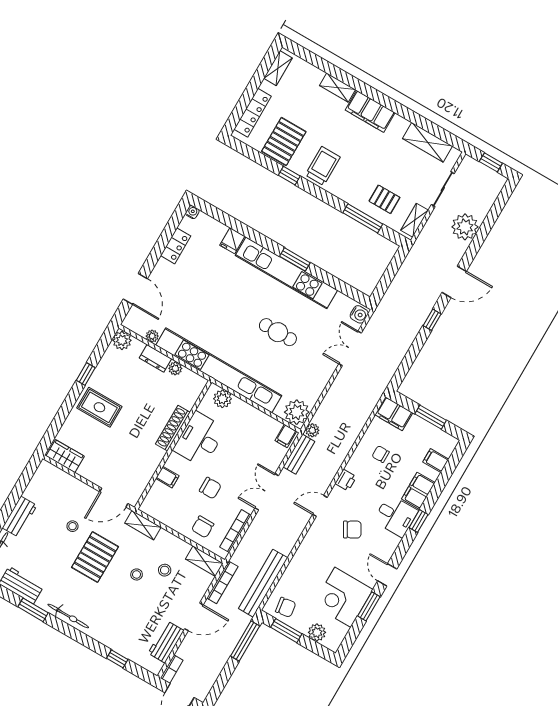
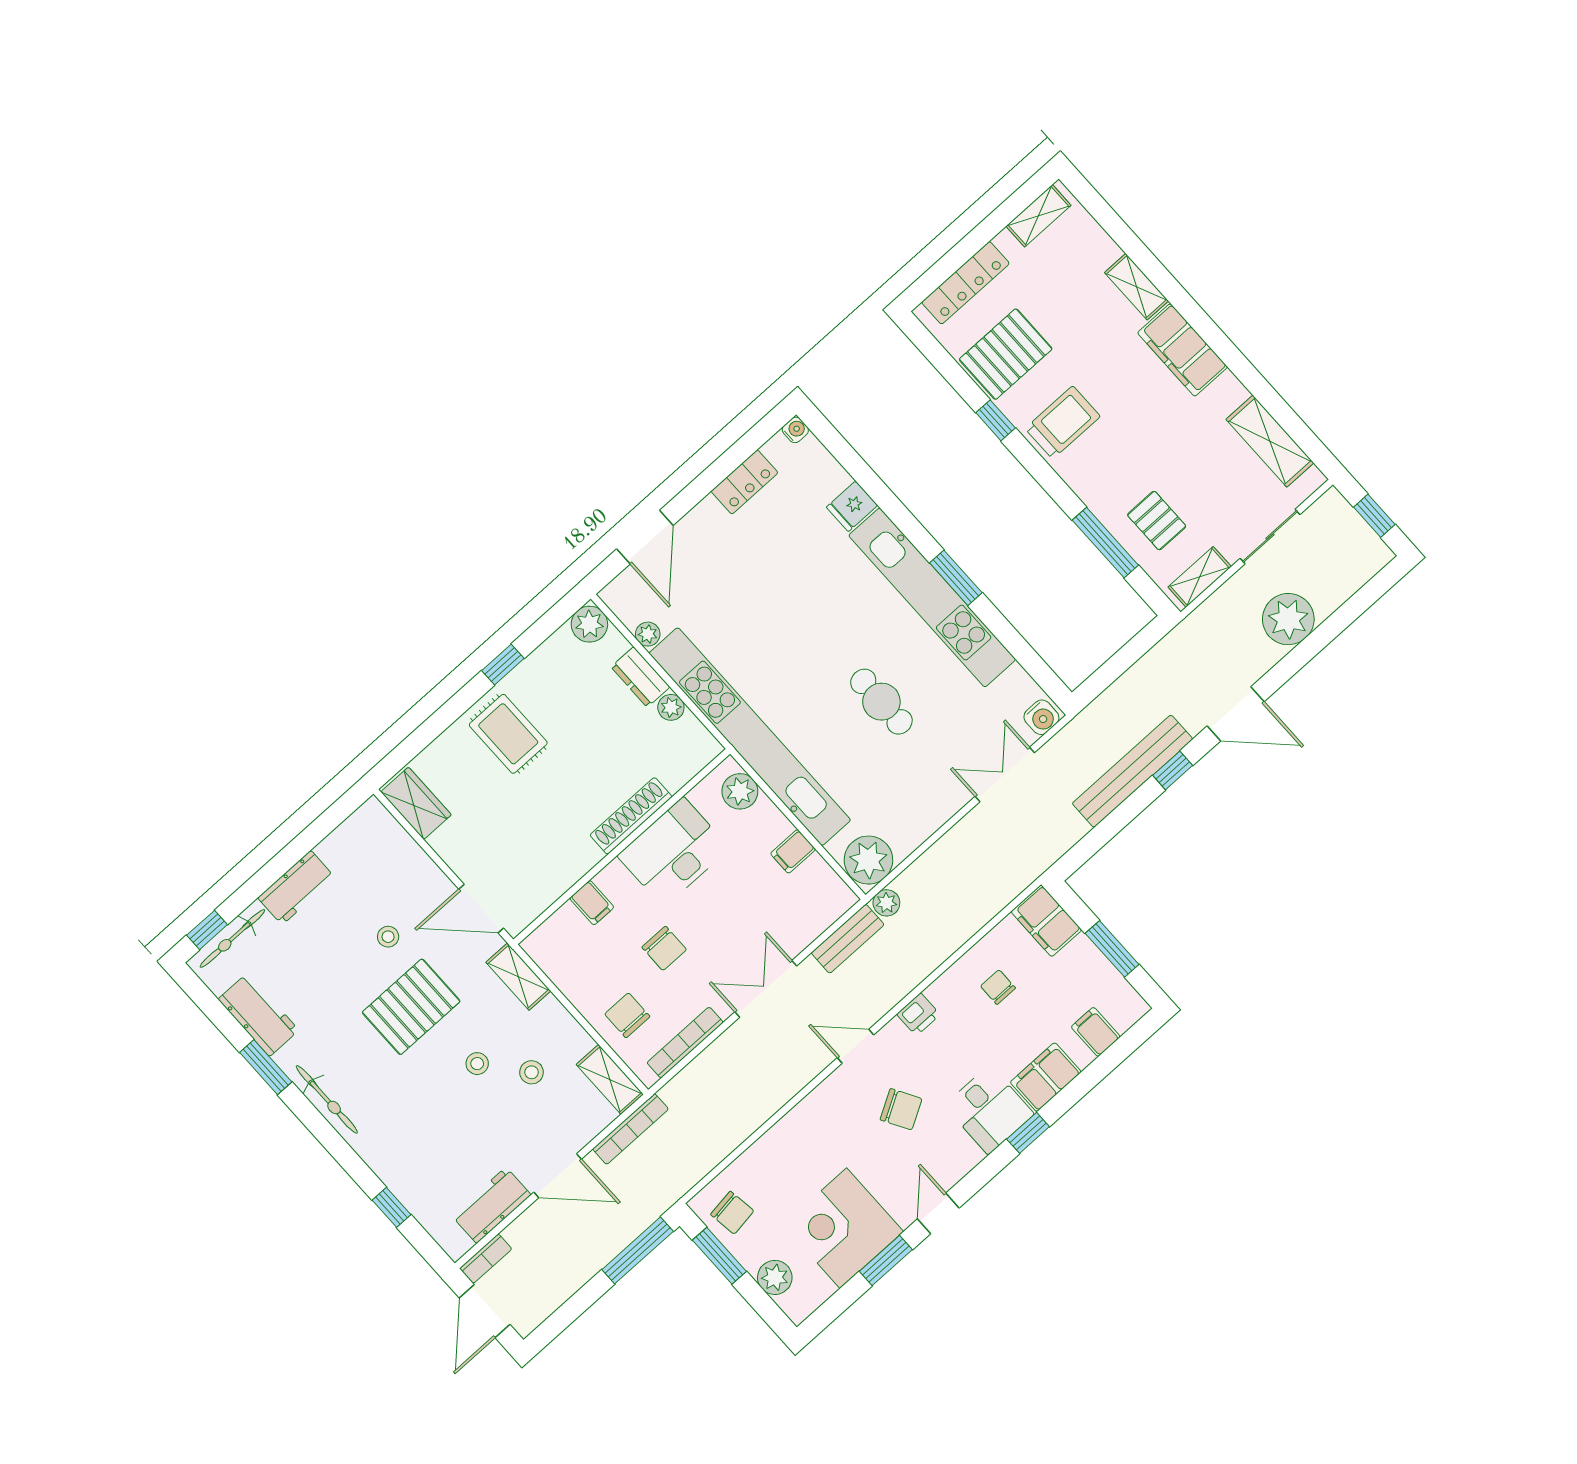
filing cabinet: (286, 436) -> (793, 851), moved
chair: (203, 527) -> (627, 1015), turned 90
bench: (263, 583) -> (1132, 771), moved

